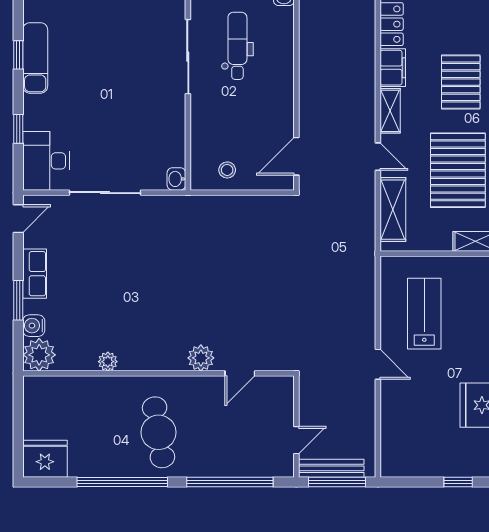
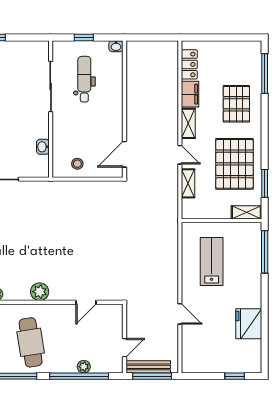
washbasin: (176, 179) -> (43, 147), moved
shelving: (393, 210) -> (188, 183), width x0.67, depth x0.75
plant: (201, 358) -> (40, 292), moved
door: (378, 364) -> (180, 314), moved
plant: (237, 468) -> (84, 367), added

